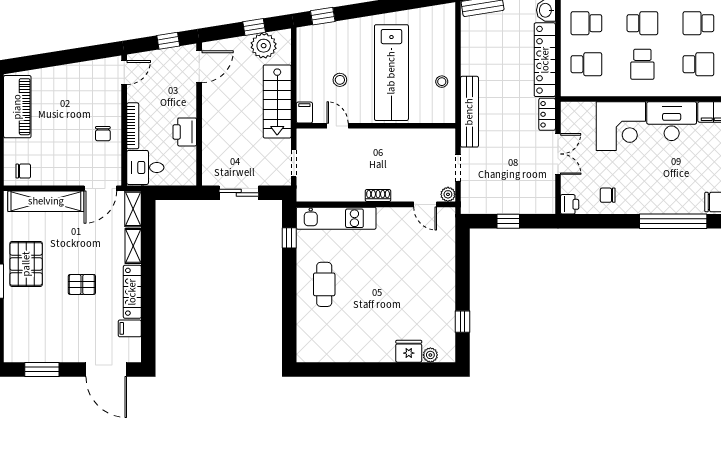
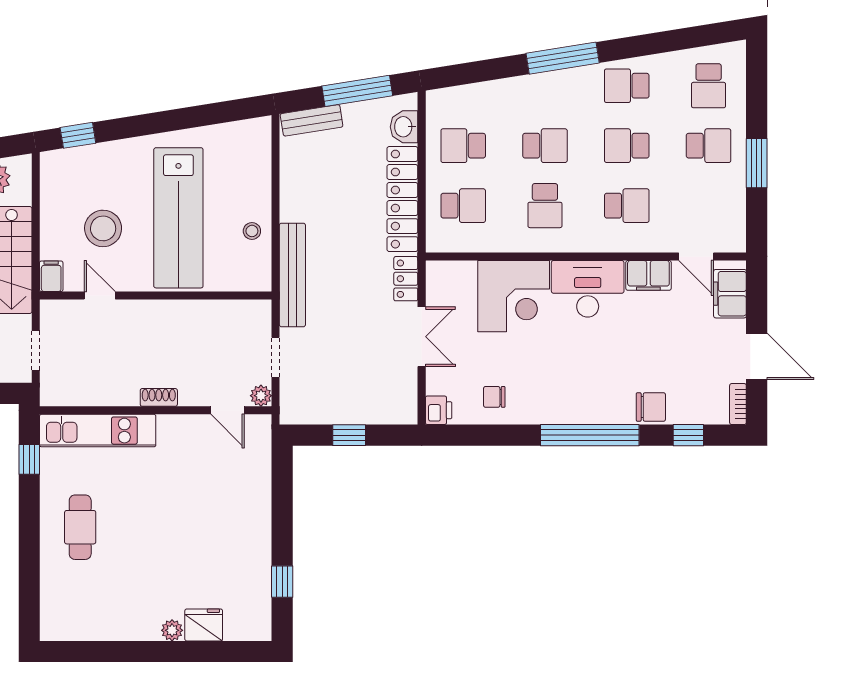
stool: (340, 80) -> (103, 228), width x1.89, depth x1.89
plant: (430, 355) -> (172, 630), moved

